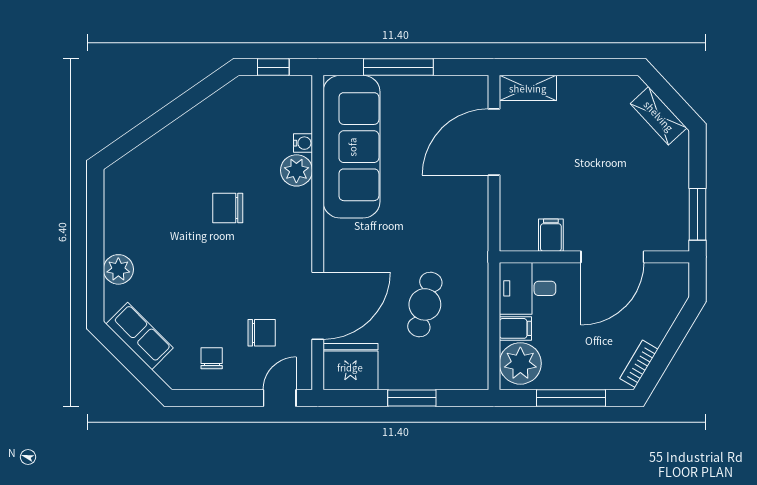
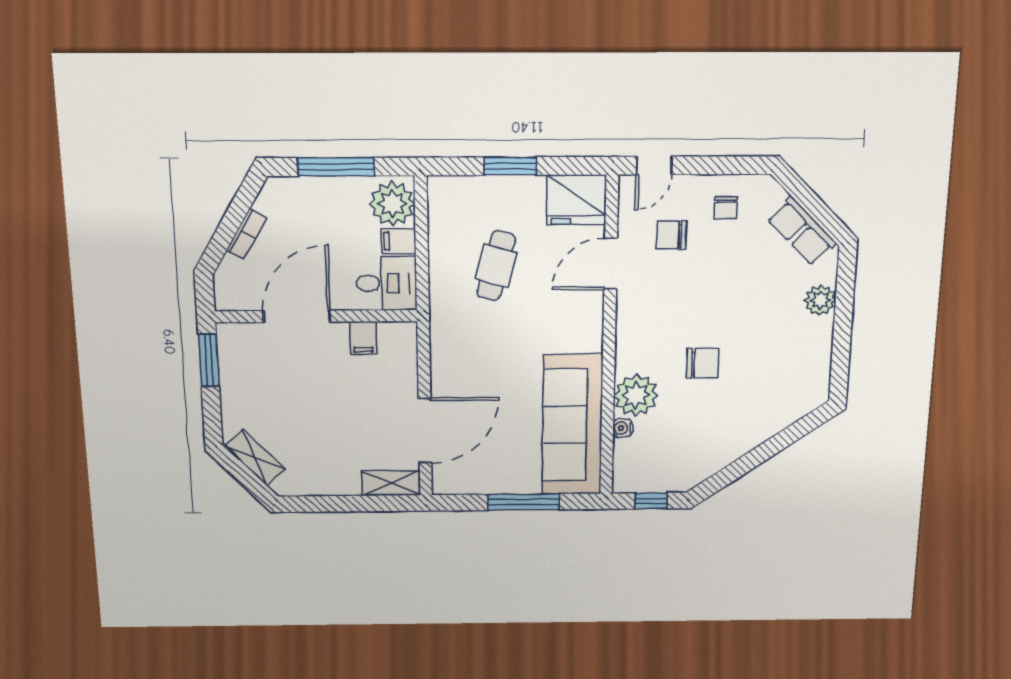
plant: (296, 170) -> (636, 395), width x1.36, depth x1.36
door: (318, 306) -> (611, 264), width x0.73
bookcase: (639, 364) -> (247, 234), moved

